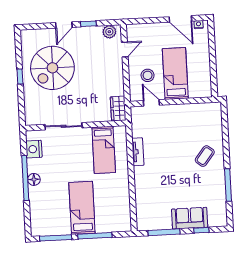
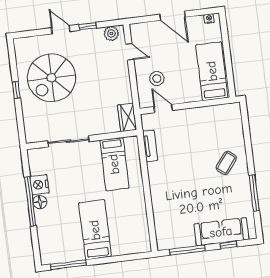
door: (180, 19) -> (172, 16), moved
door: (64, 25) -> (61, 30), swing flipped
door: (125, 49) -> (130, 52), hinge flipped
bed: (175, 73) -> (212, 71), moved
nightstand: (34, 149) -> (39, 185), moved
tv unit: (138, 152) -> (150, 146), moved
sofa: (190, 218) -> (221, 232), width x1.36
window: (95, 236) -> (111, 259), removed

